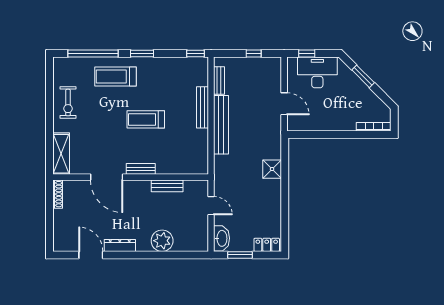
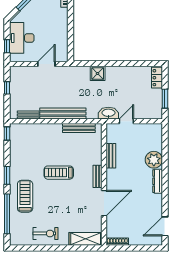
treadmill: (115, 76) -> (25, 196), turned 180
bench: (202, 107) -> (79, 128), moved
treadmill: (146, 119) -> (59, 173), turned 90
washbasin: (221, 238) -> (108, 113), moved
dresser: (120, 245) -> (158, 181), moved
door: (91, 255) -> (165, 226), moved

